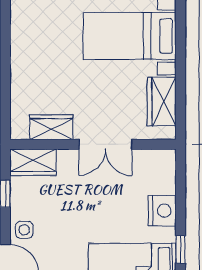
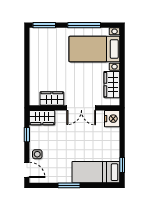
nightstand: (162, 211) -> (112, 119), moved

